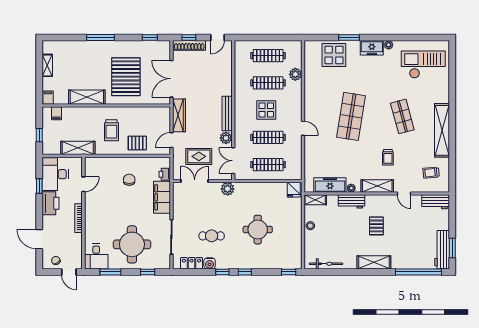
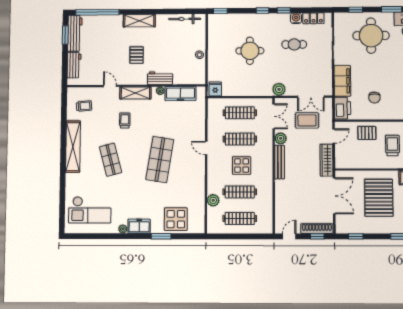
printer: (165, 174) -> (343, 108), width x1.87, depth x1.48
shelving: (315, 200) -> (195, 80), removed
workbench: (436, 202) -> (74, 65), moved, turned 90

